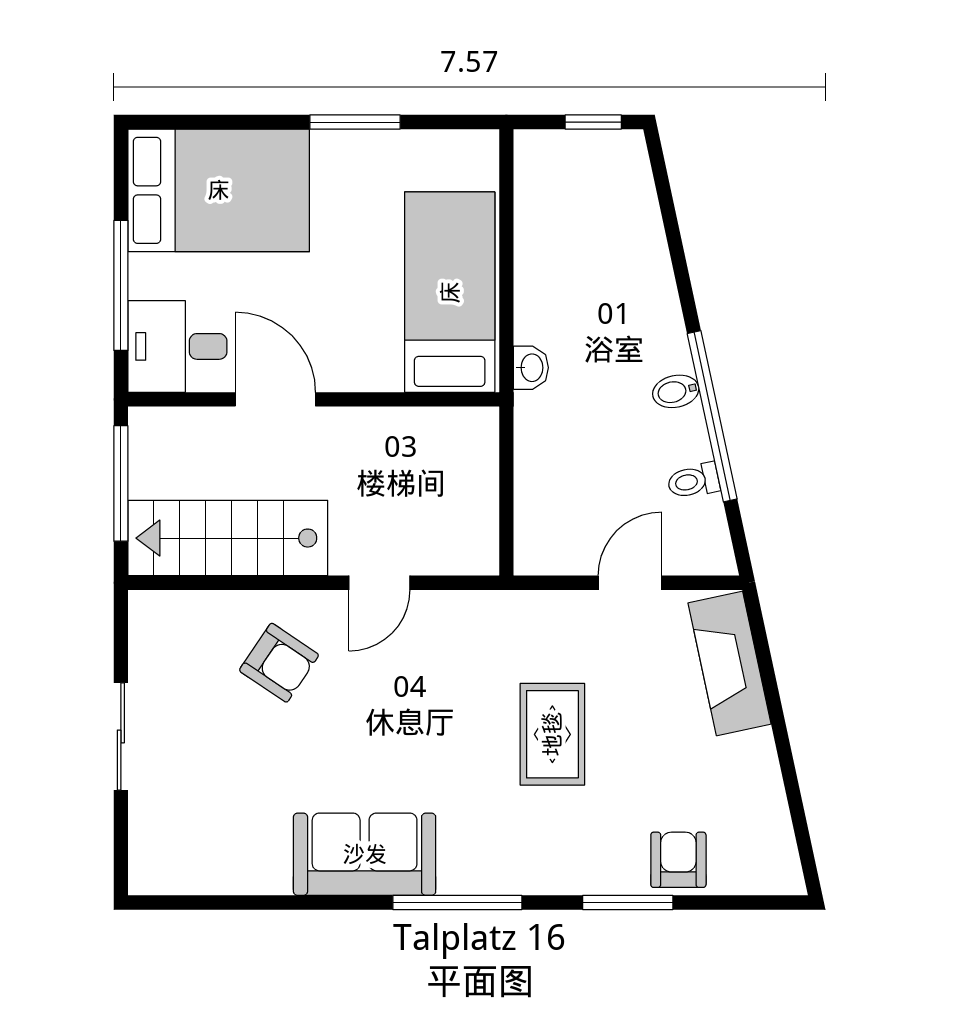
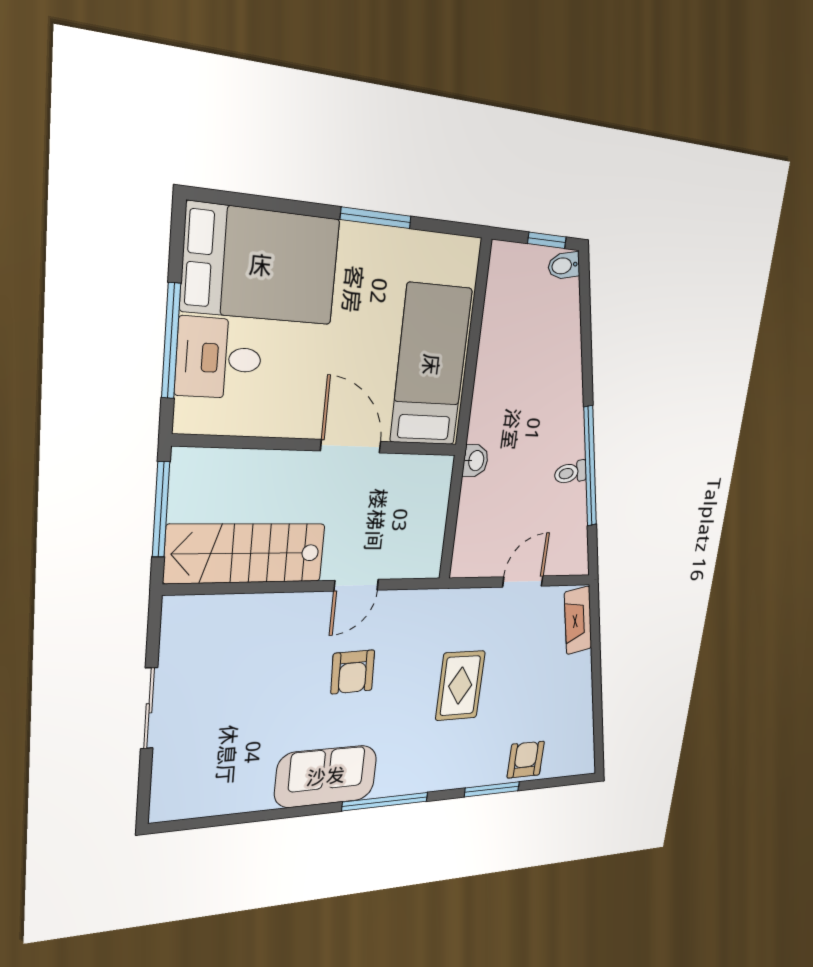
desk: (177, 346) -> (219, 358), moved
washbasin: (531, 368) -> (476, 461), moved
bidet: (676, 391) -> (564, 266), moved
door: (275, 399) -> (351, 446), moved
toilet: (693, 481) -> (570, 473), moved
armchair: (279, 663) -> (353, 672), moved, turned 54
fireplace: (729, 663) -> (578, 620), width x0.73, depth x0.76

